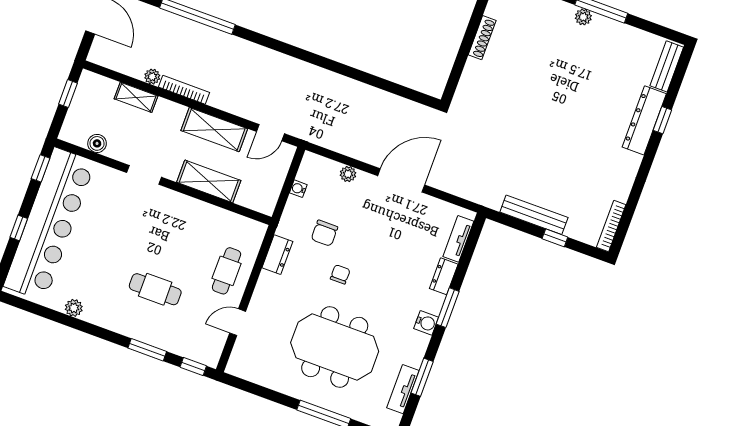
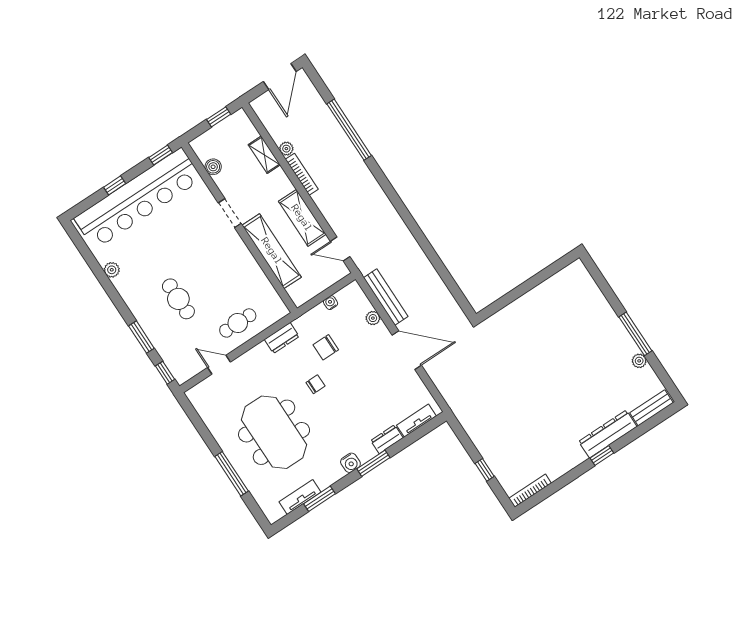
plant: (583, 17) -> (639, 361), moved
shoe rack: (482, 38) -> (537, 292), removed
window: (662, 120) -> (602, 456), moved
shelving: (209, 181) -> (272, 251), width x1.47
bench: (534, 215) -> (386, 297), moved

